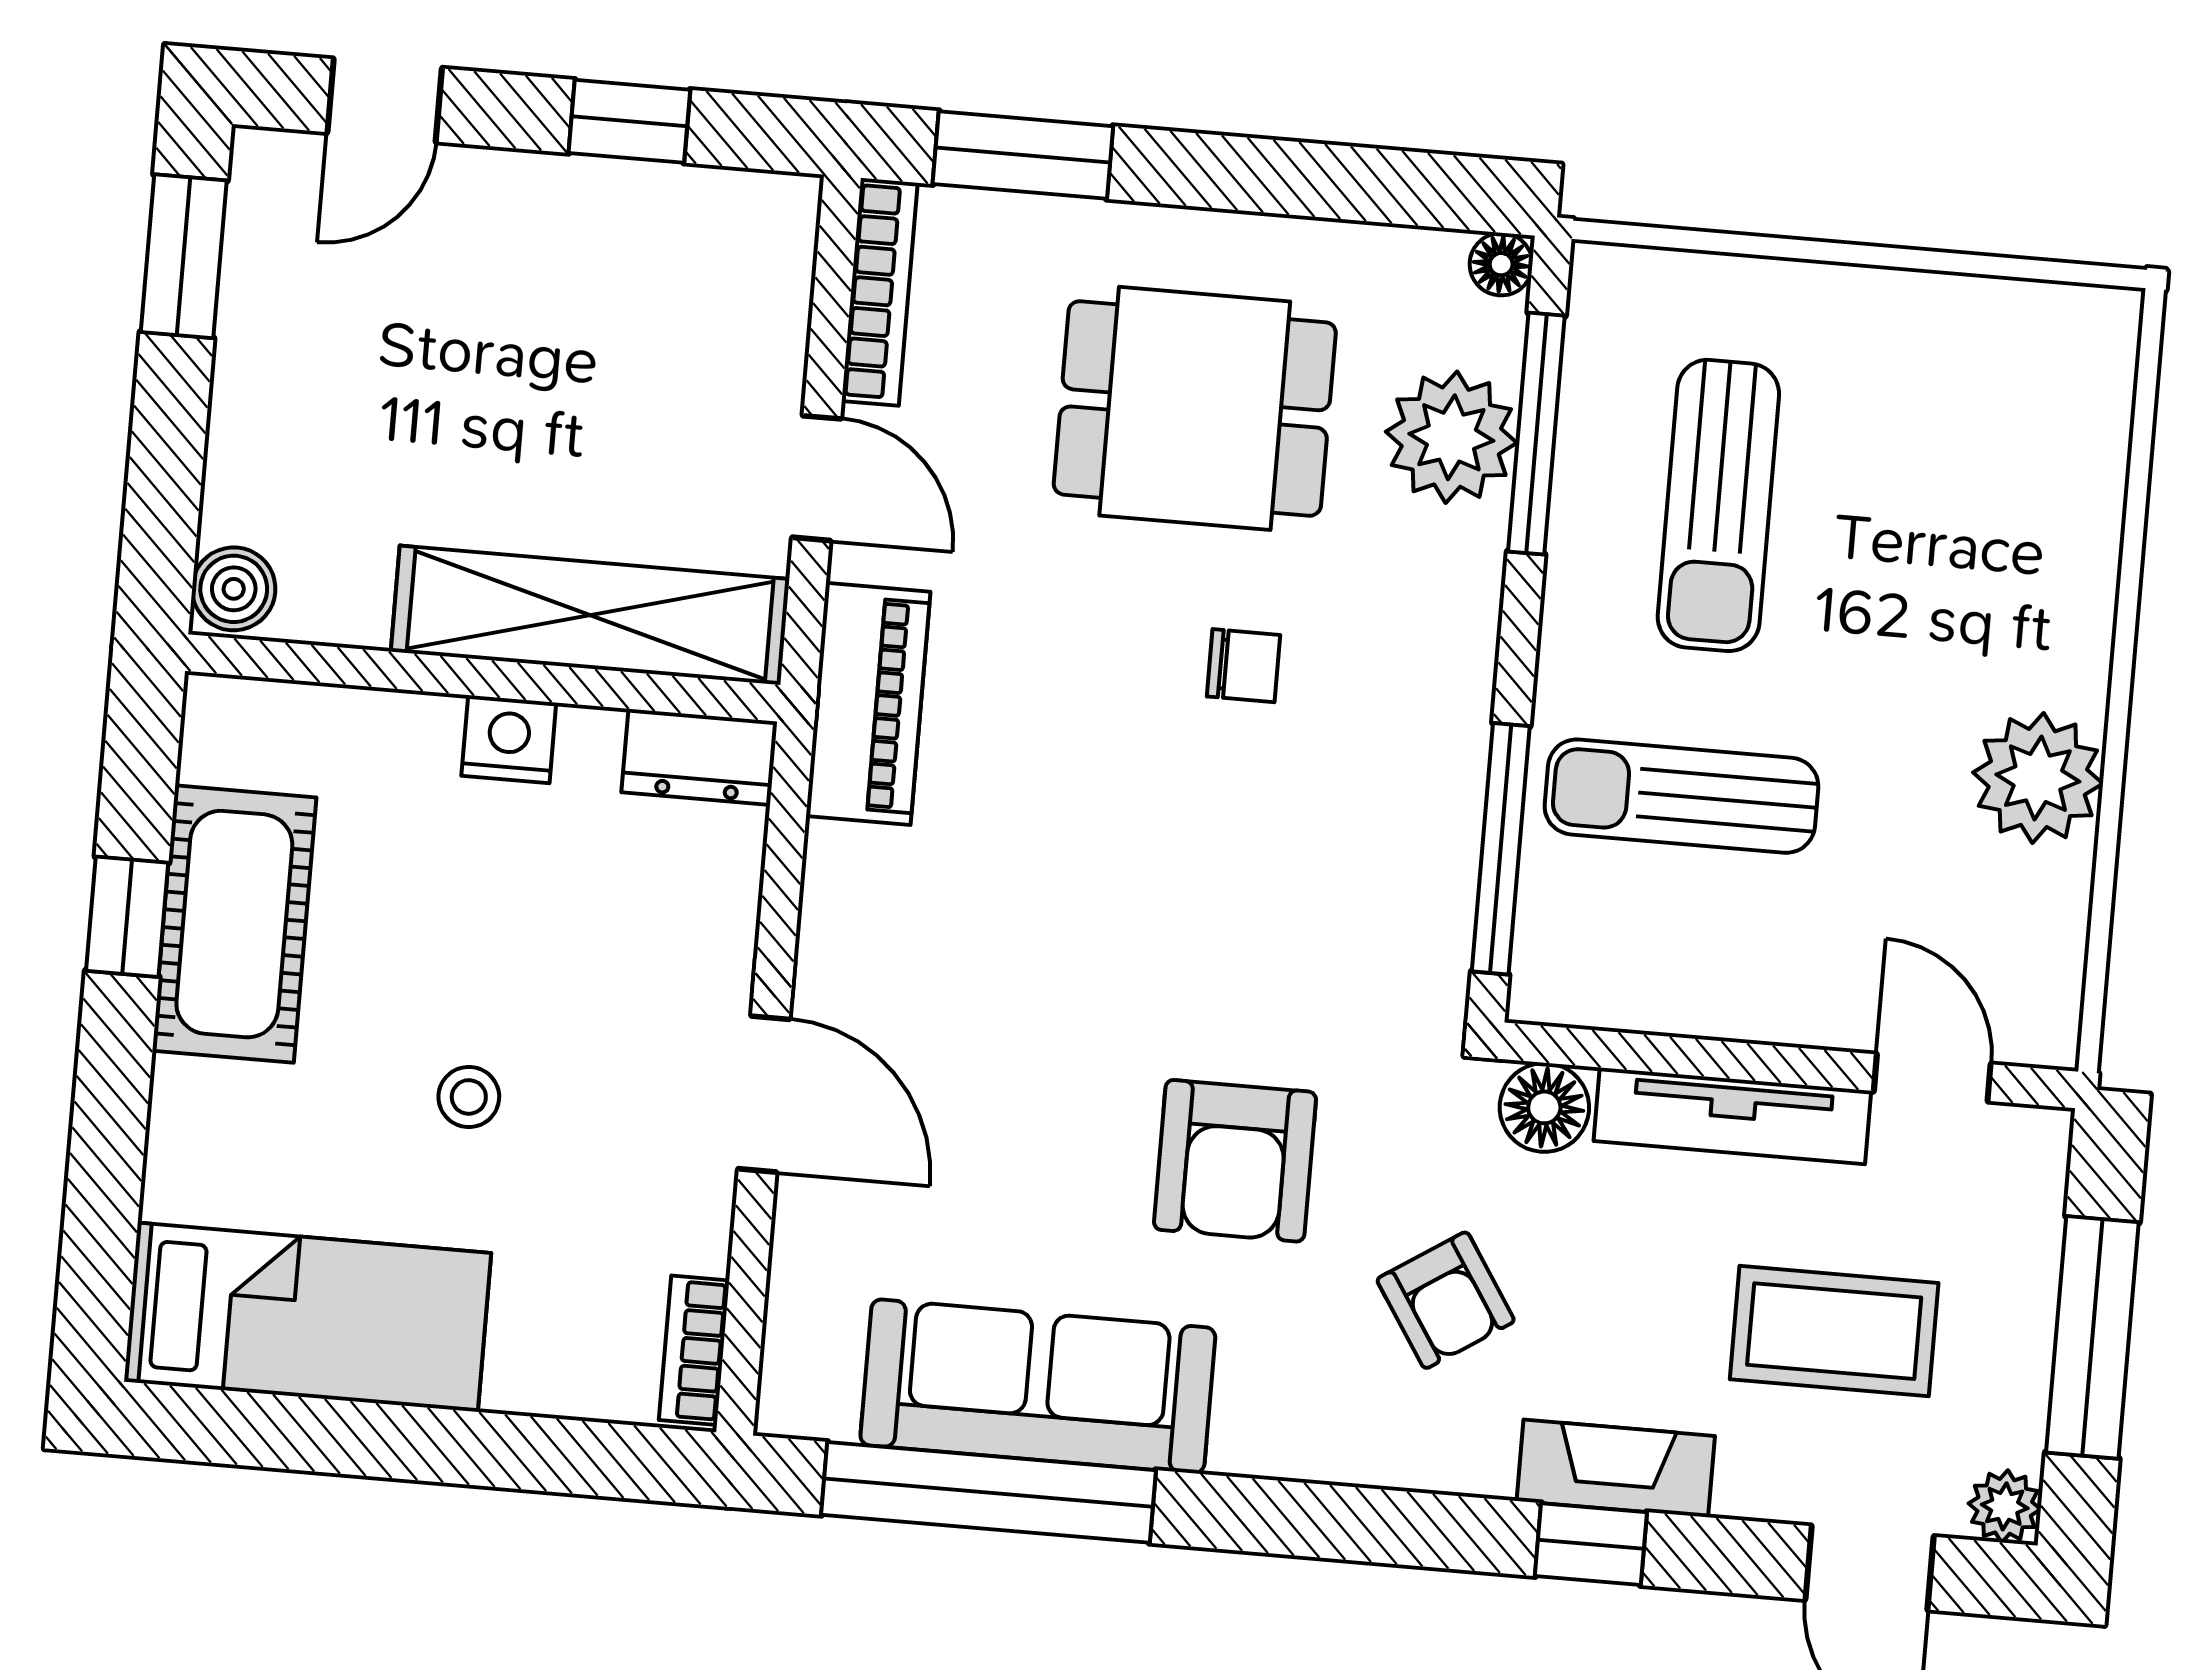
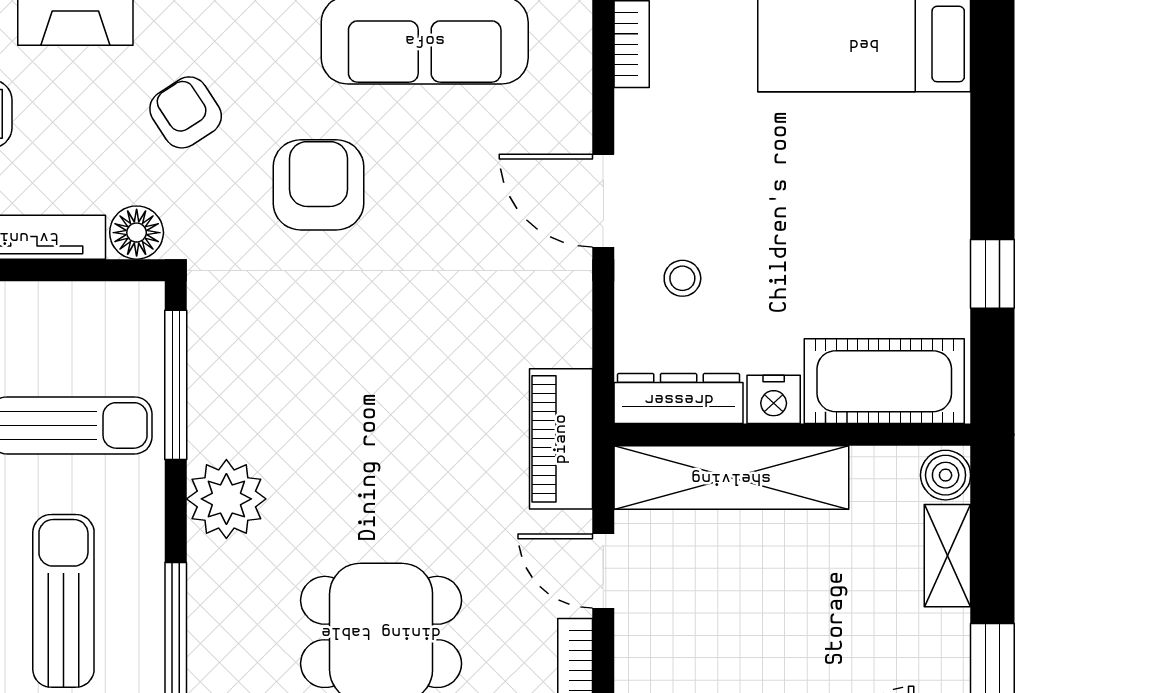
plant: (1451, 437) -> (226, 499), moved
shelving: (242, 455) -> (947, 556), added
chair: (1244, 666) -> (339, 481), removed
dresser: (699, 757) -> (679, 399), width x1.44
cot: (234, 924) -> (884, 381), moved, turned 90
stool: (469, 1097) -> (682, 278), moved

